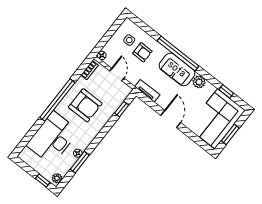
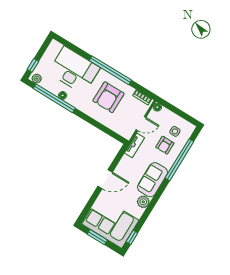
window: (178, 53) -> (179, 160), moved
tv unit: (147, 91) -> (135, 145), moved
window: (226, 91) -> (132, 237), moved
window: (122, 109) -> (109, 132), removed
window: (80, 162) -> (54, 98), width x2.11

